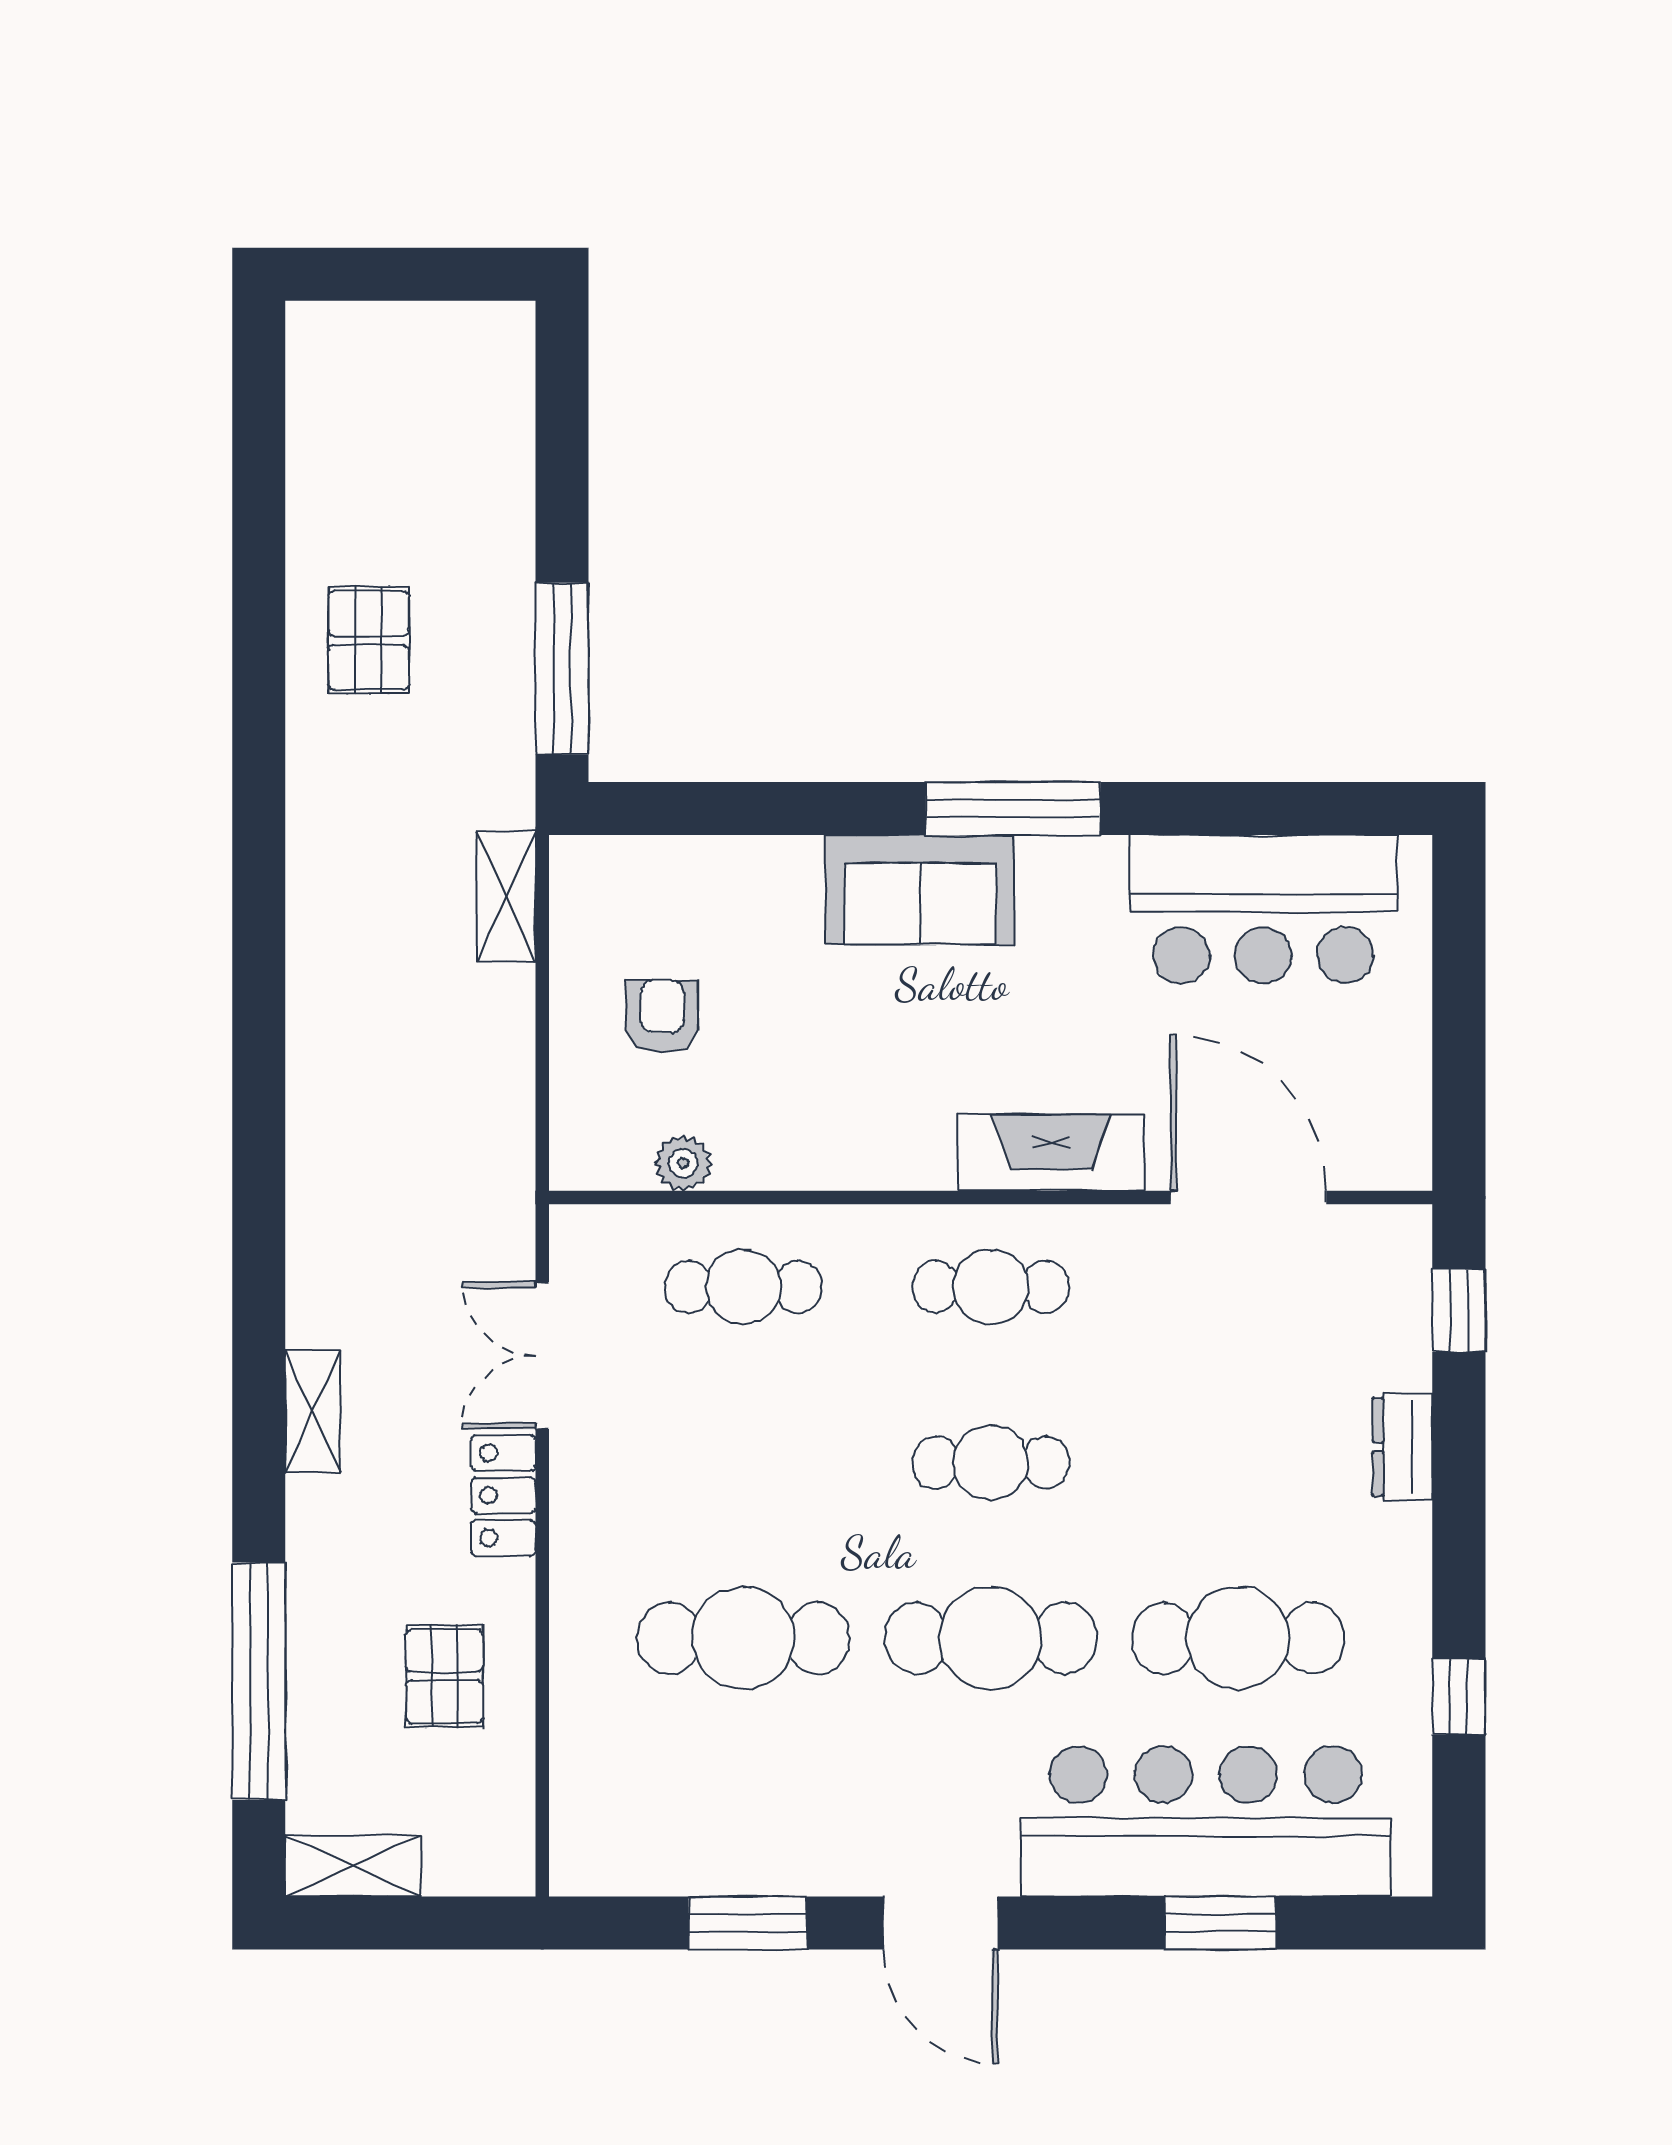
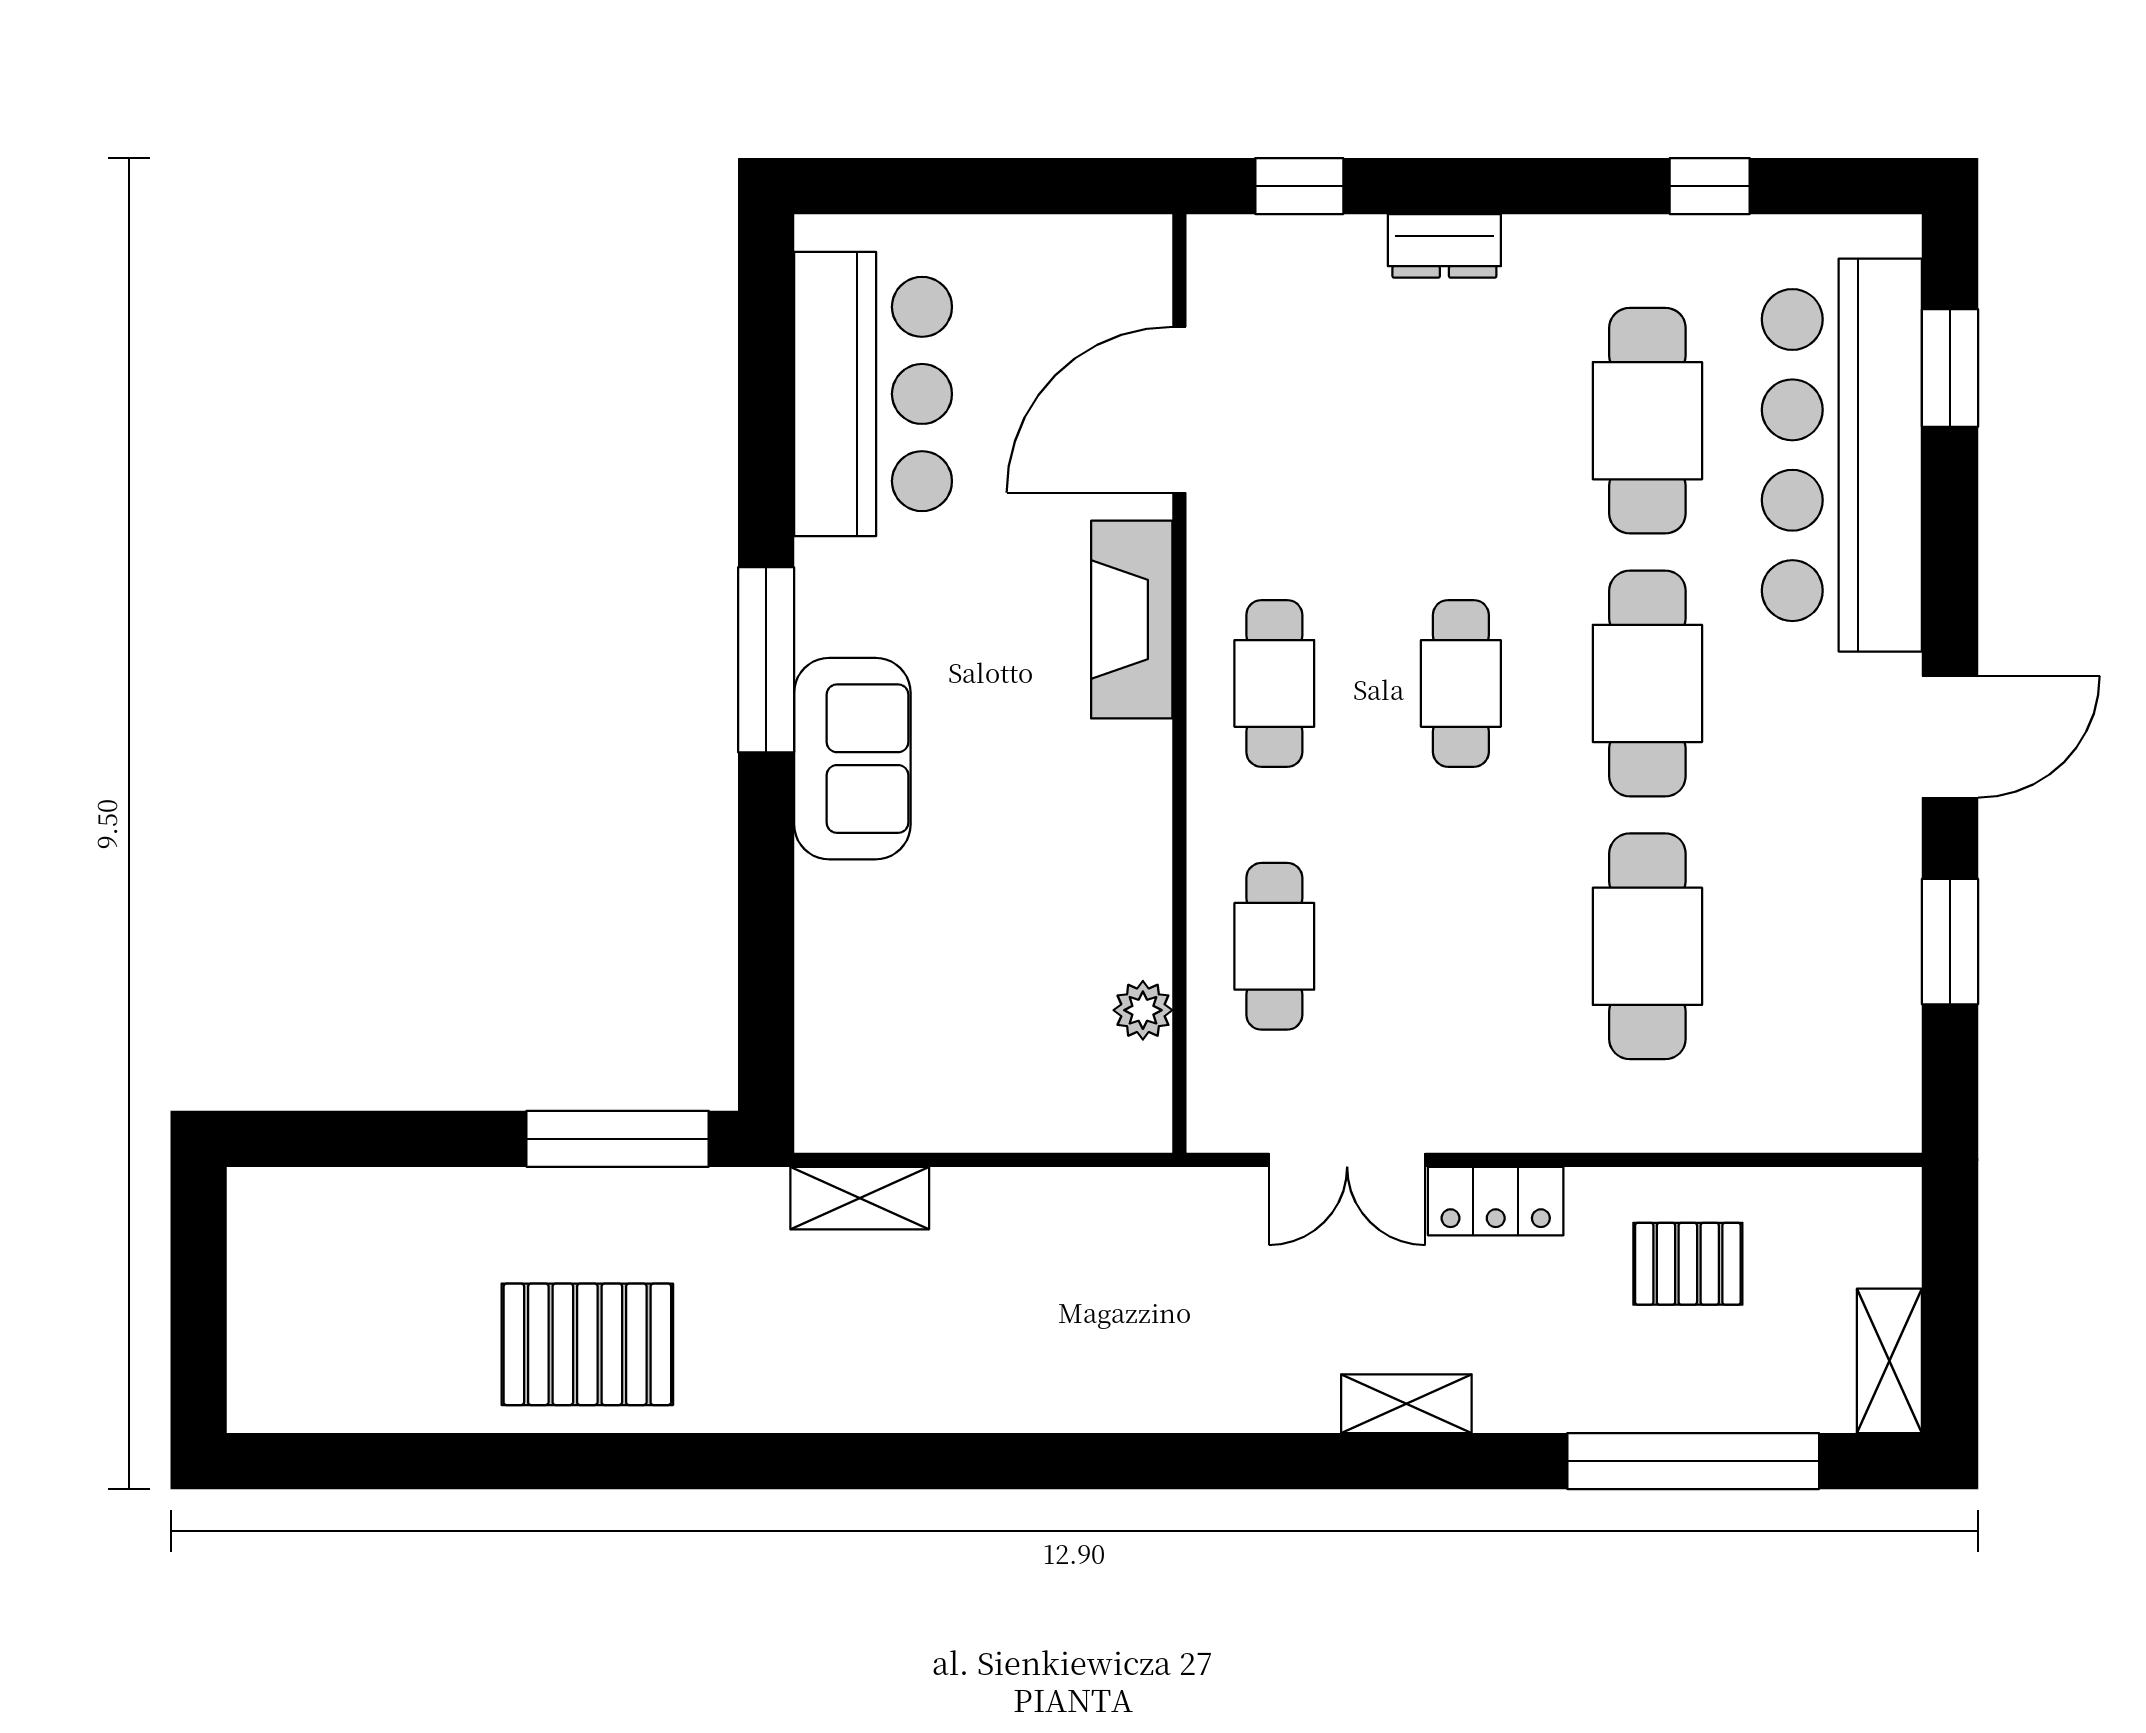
pallet: (369, 640) -> (587, 1344), width x1.50, depth x1.42
armchair: (662, 1016) -> (987, 1033), removed
window: (1220, 1923) -> (1950, 368), moved

